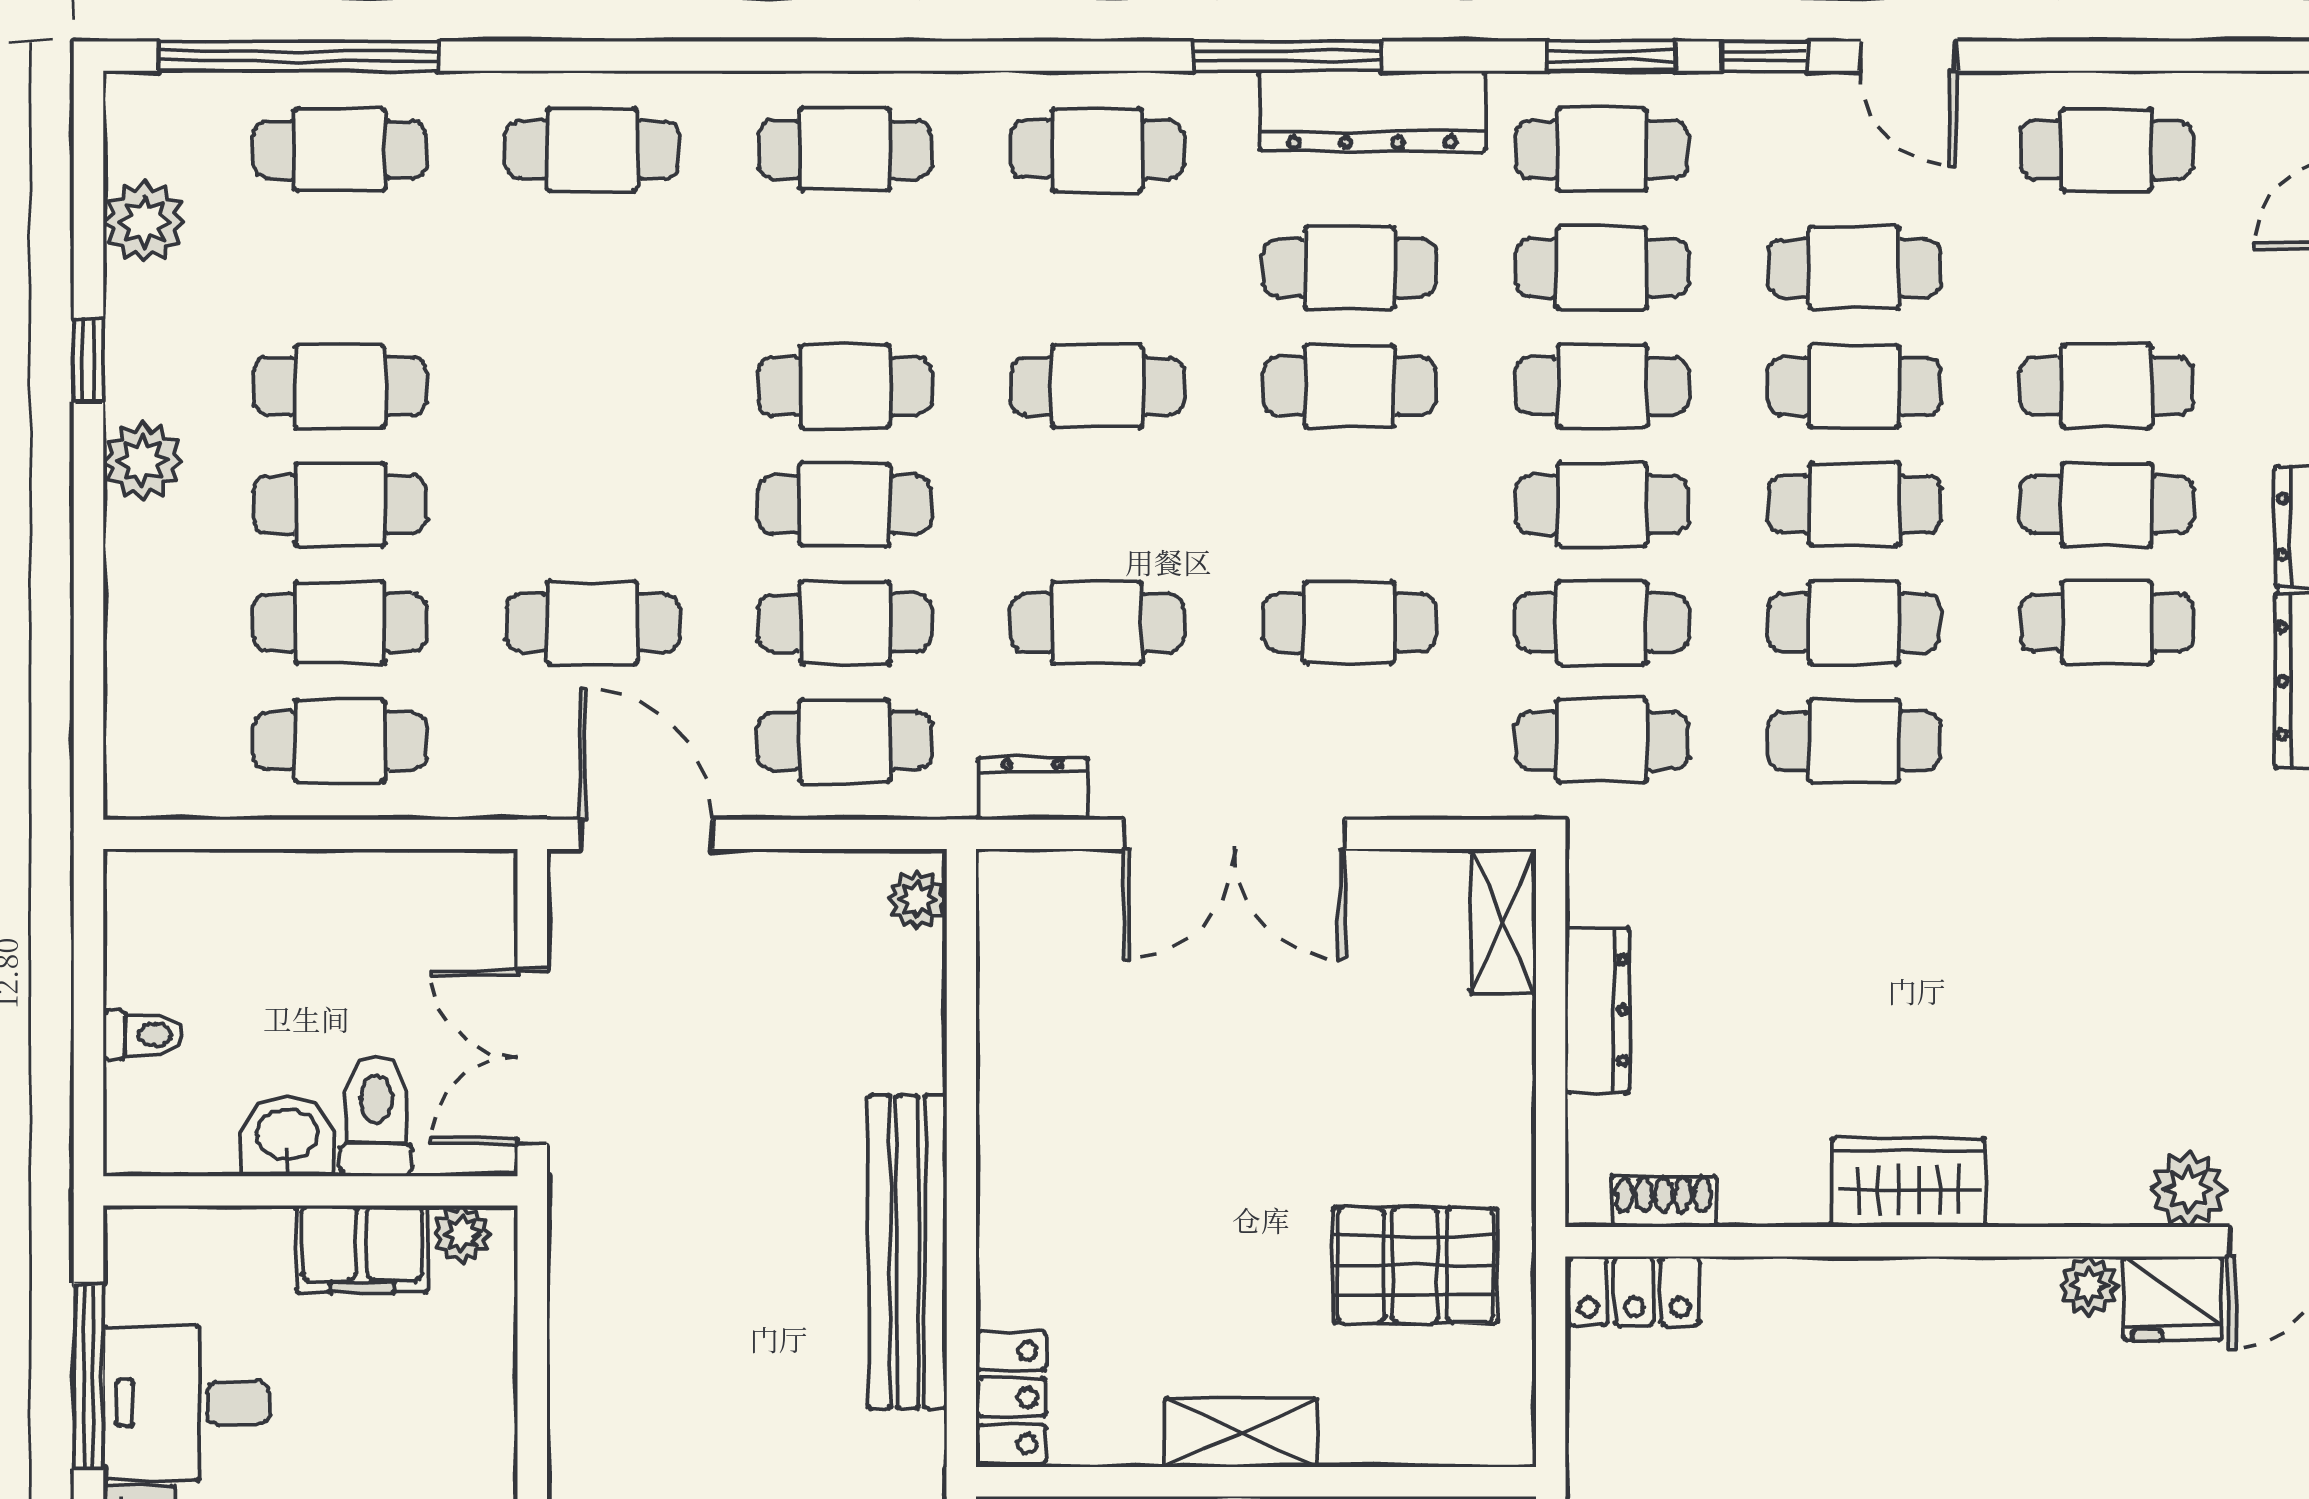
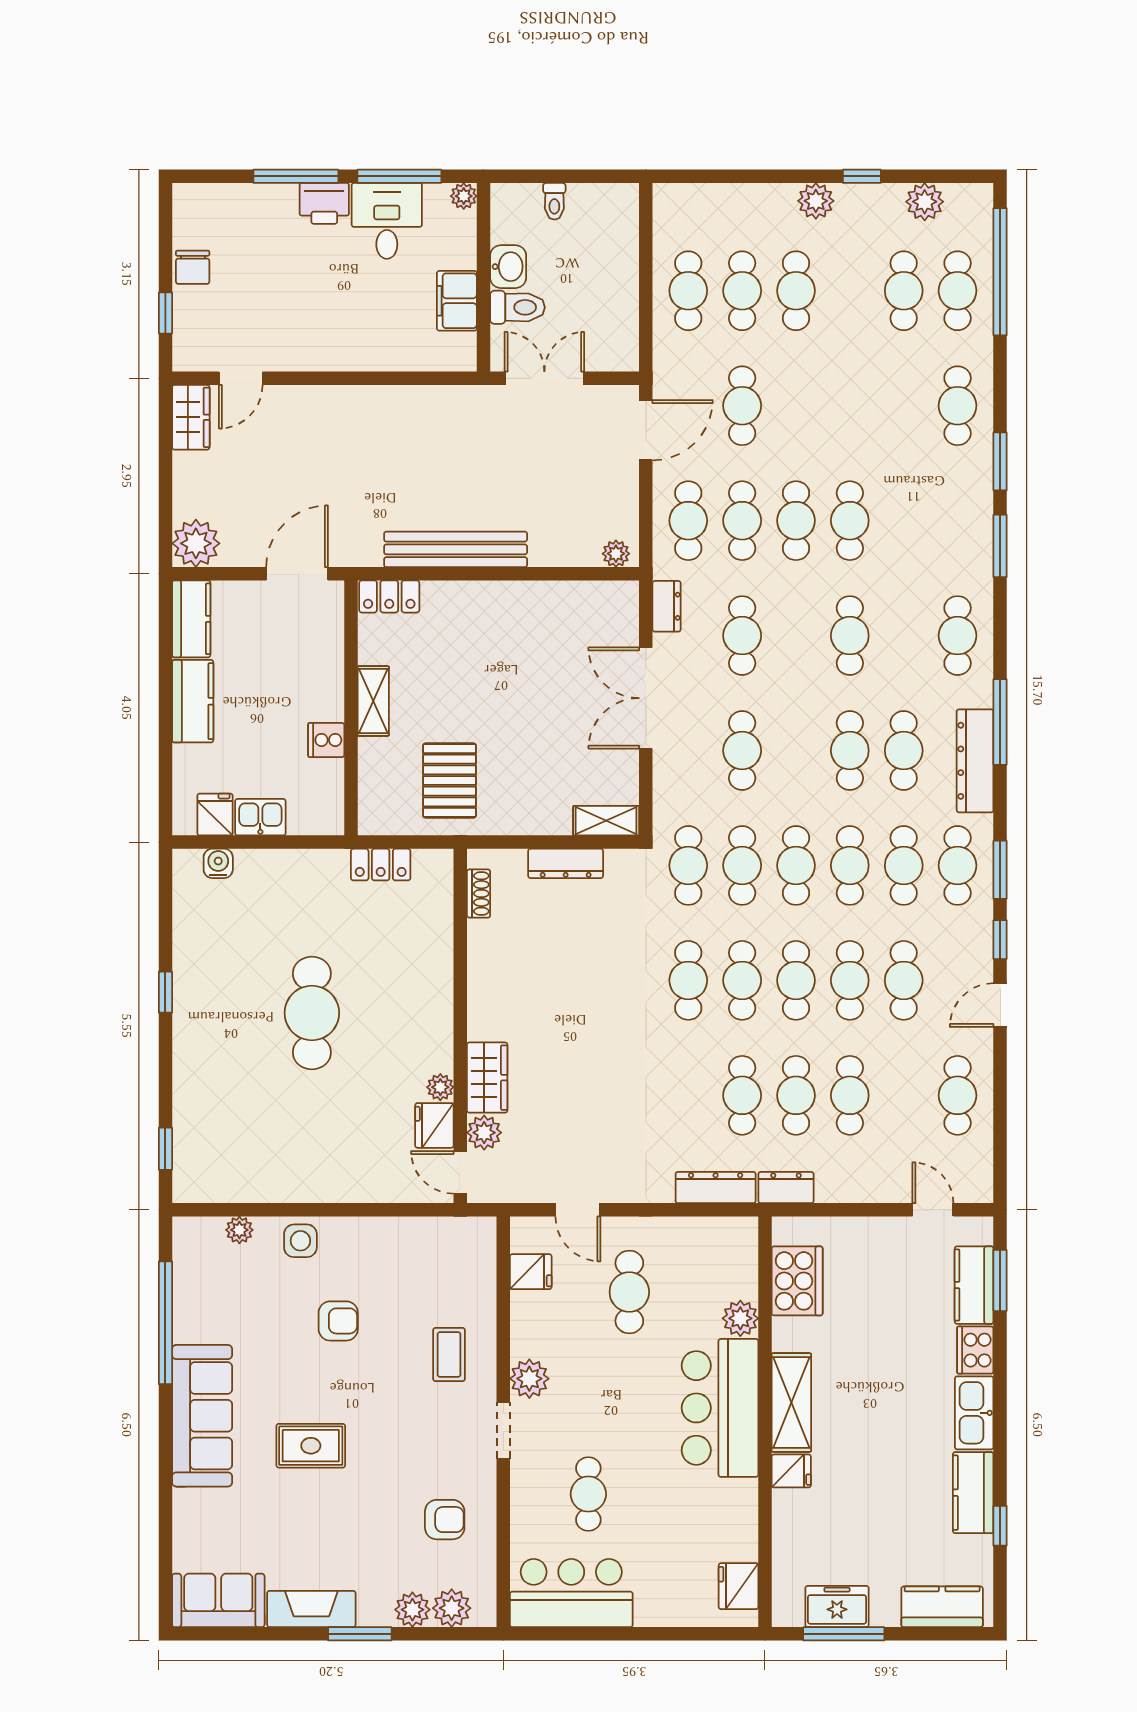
window: (715, 56) -> (1000, 461), added
window: (900, 56) -> (1000, 546), added
cafe table: (845, 150) -> (958, 521), removed
cafe table: (340, 386) -> (904, 291), moved
wardrobe: (1909, 1183) -> (487, 1078), moved
plant: (462, 1234) -> (464, 196), moved
locker: (1634, 1291) -> (381, 865), moved, turned -90

